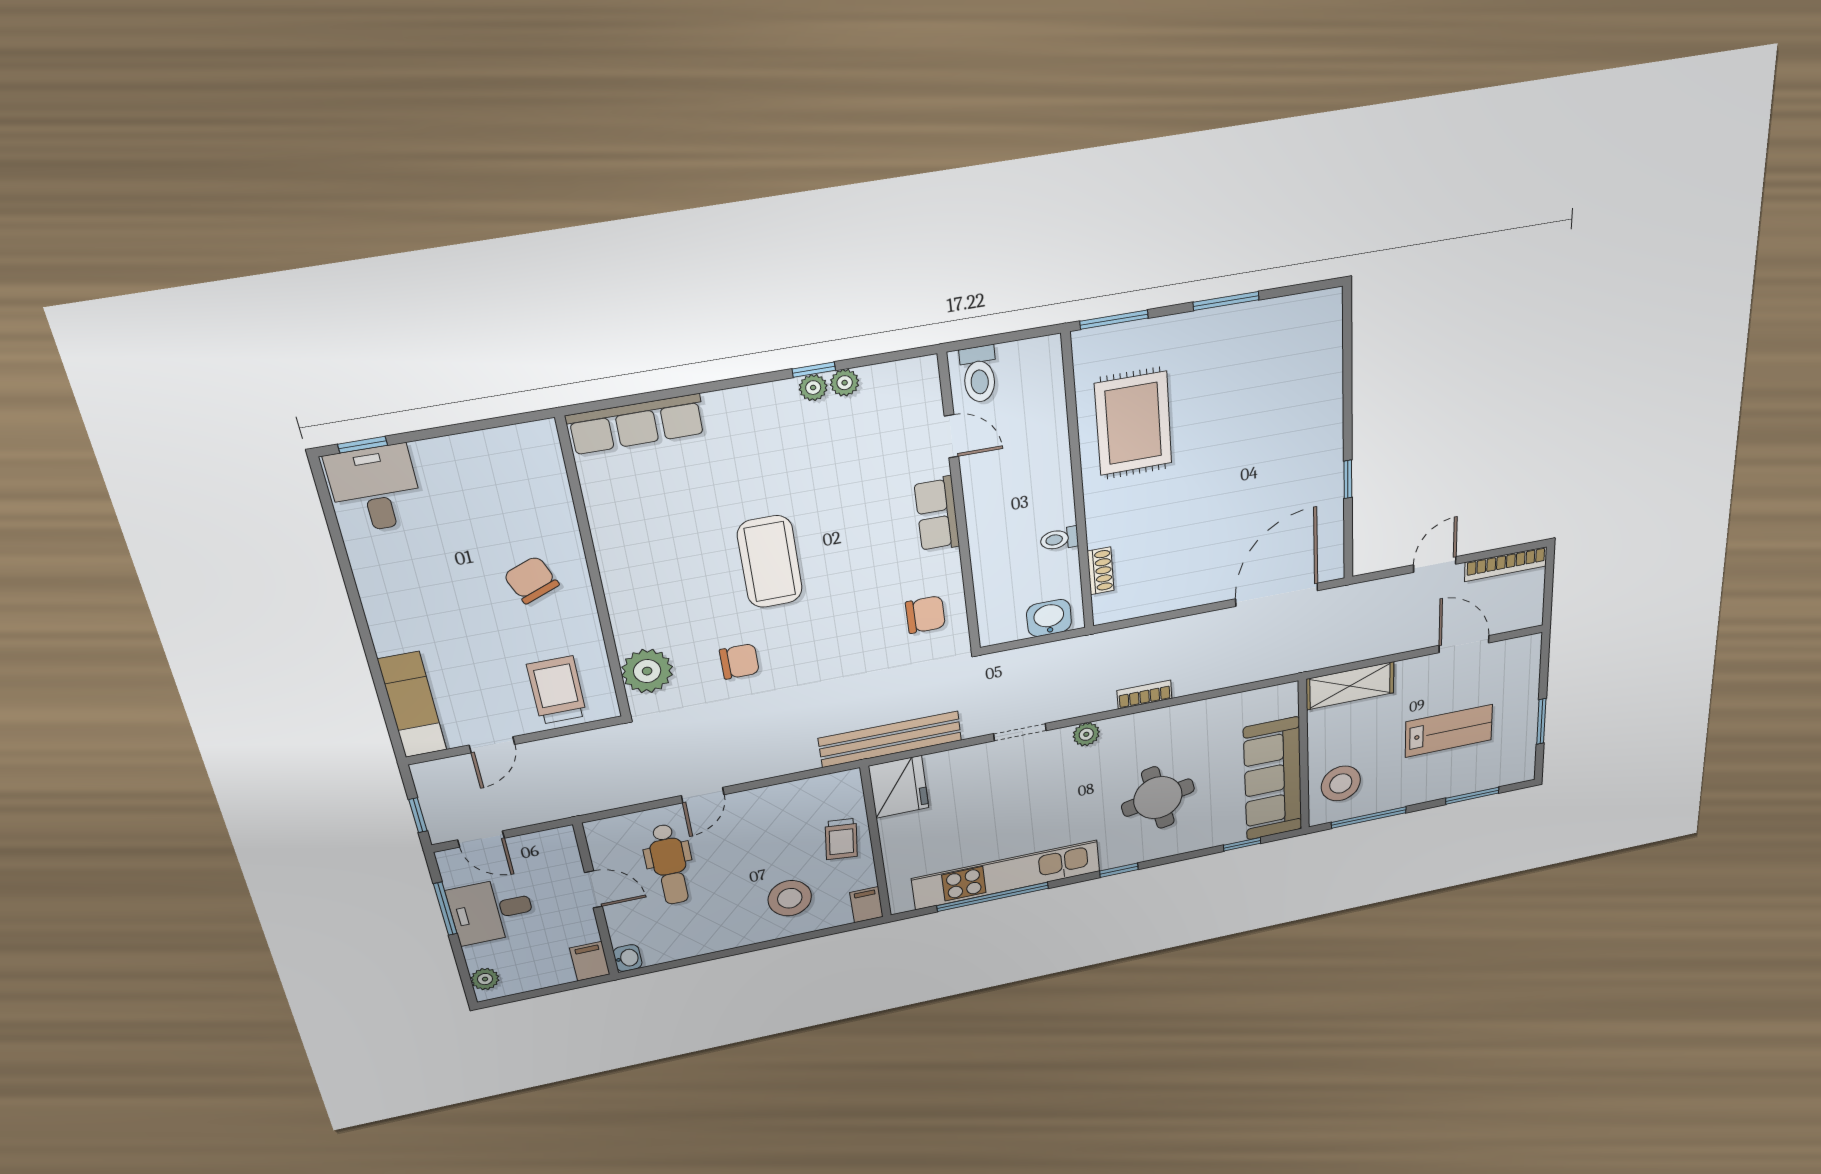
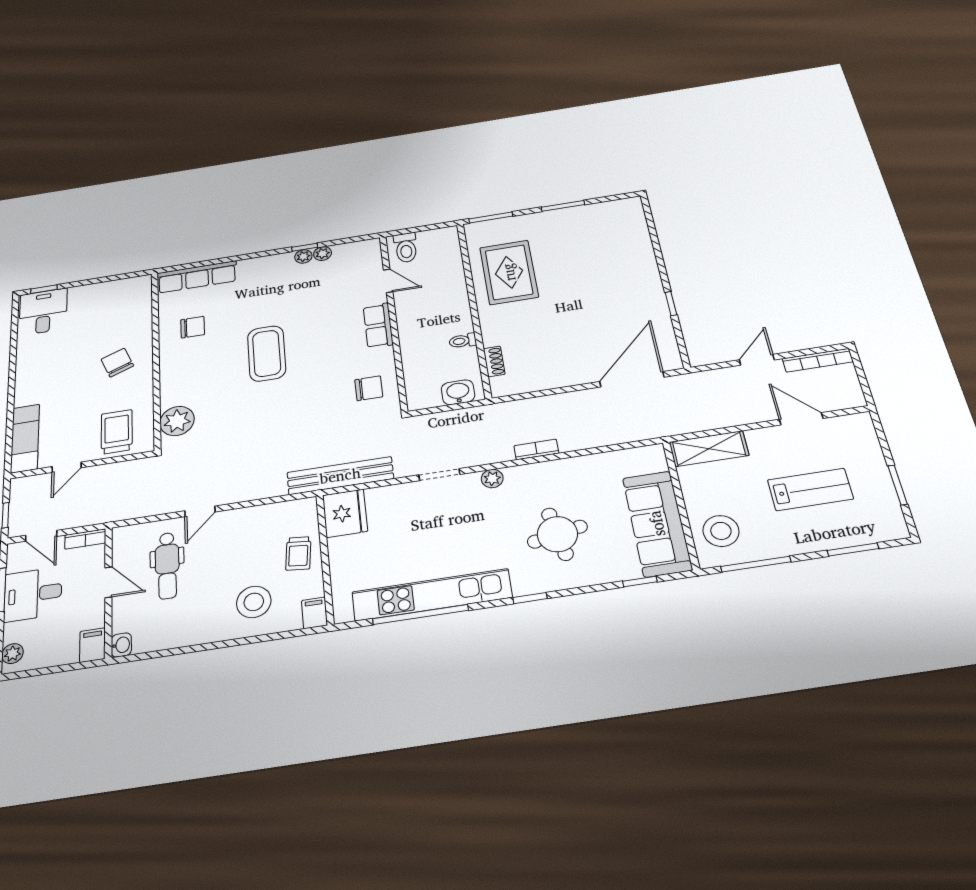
chair: (739, 661) -> (193, 327), moved
bookcase: (547, 839) -> (85, 539), added

